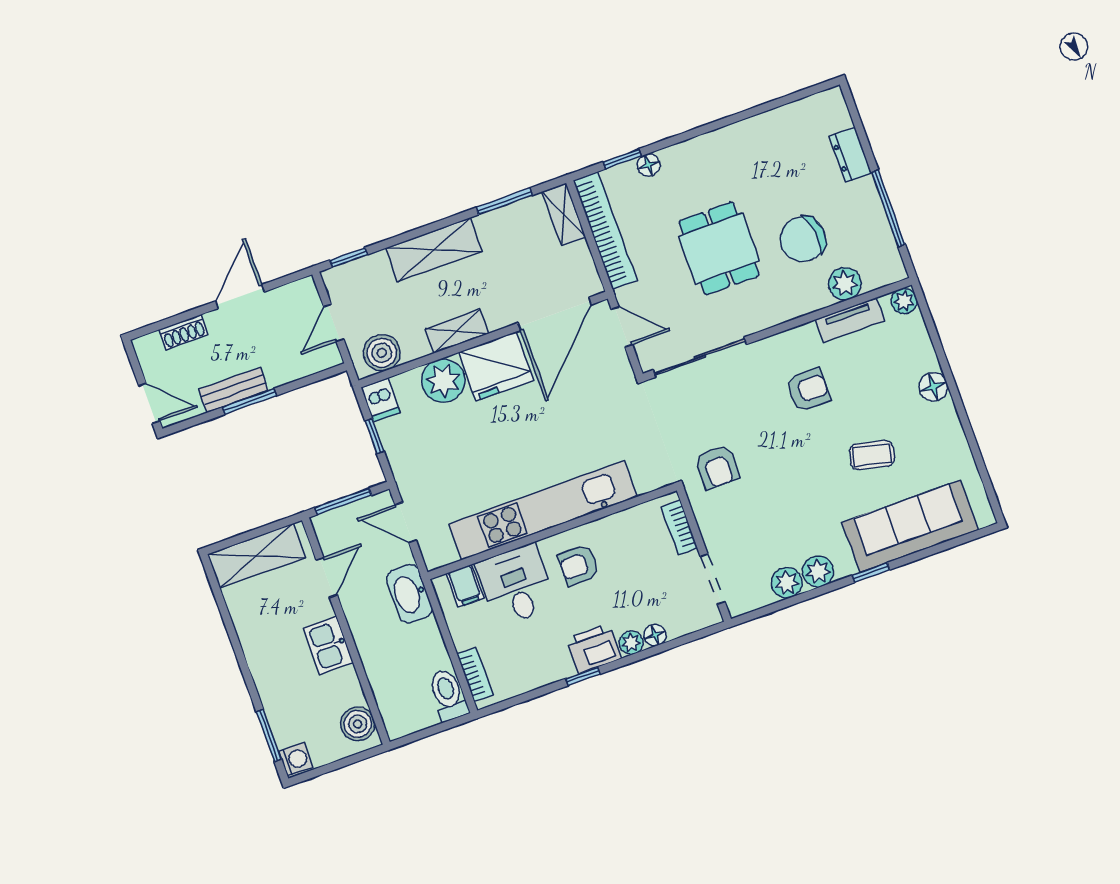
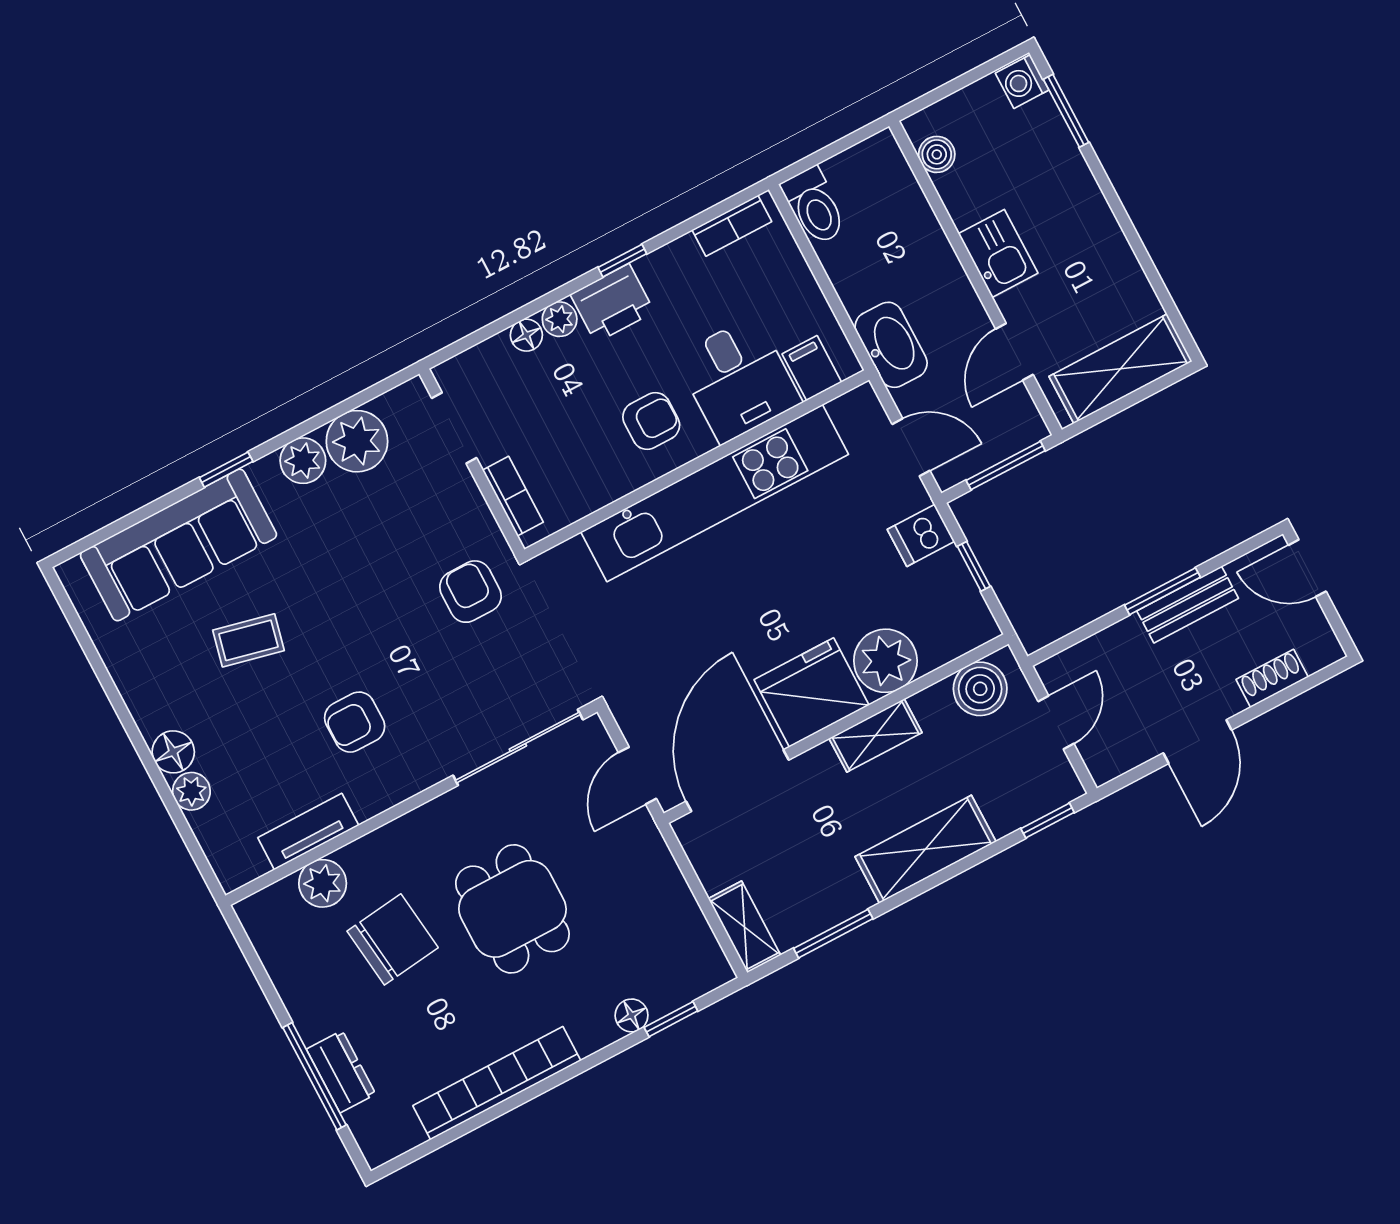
window: (888, 208) -> (315, 1076), moved
bookcase: (605, 231) -> (497, 1083), moved, turned 90
plant: (904, 301) -> (191, 791), moved
door: (622, 327) -> (637, 776), hinge flipped
dishwasher: (380, 400) -> (921, 535), moved, turned -90
plant: (787, 583) -> (357, 441), width x1.36, depth x1.36
bookcase: (475, 674) -> (732, 226), moved, turned -90
boiler: (358, 724) -> (937, 154), width x0.73, depth x0.73

